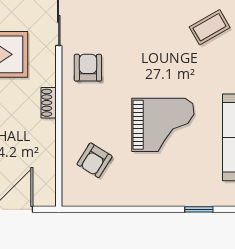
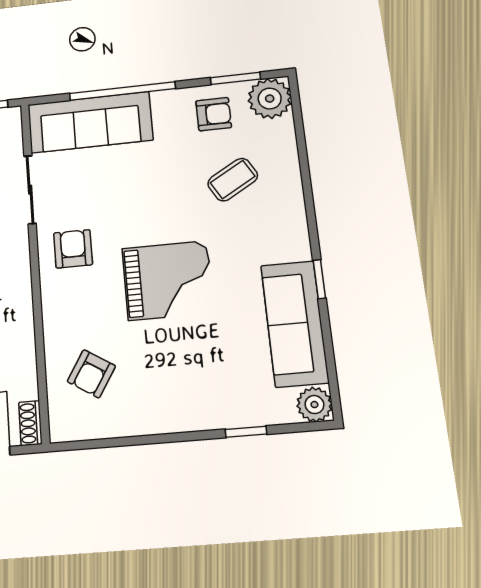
shoe rack: (49, 103) -> (30, 423), moved
grand piano: (163, 125) -> (168, 280), moved

